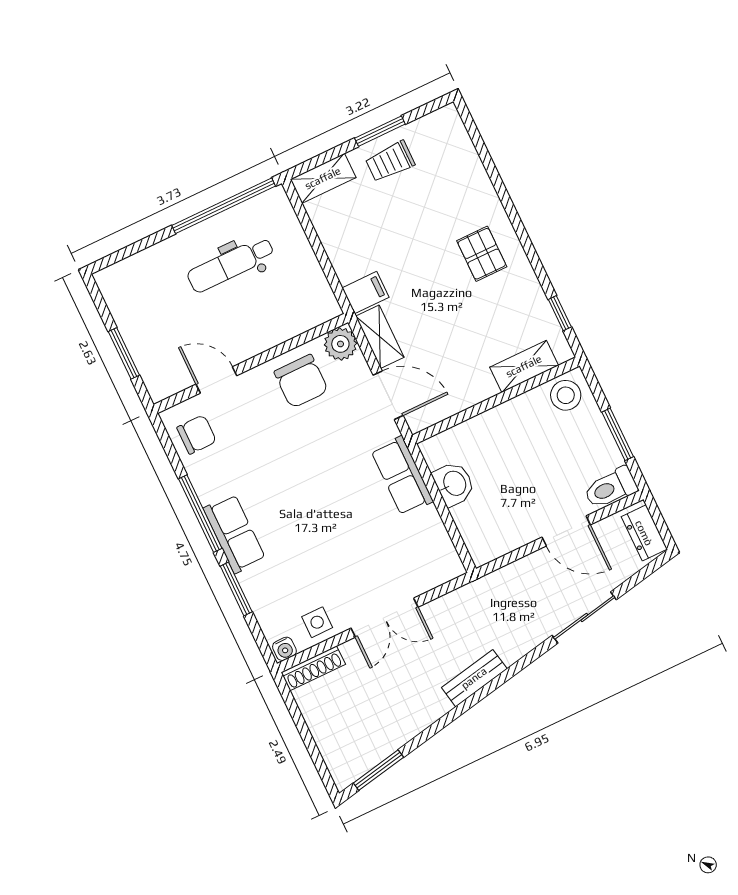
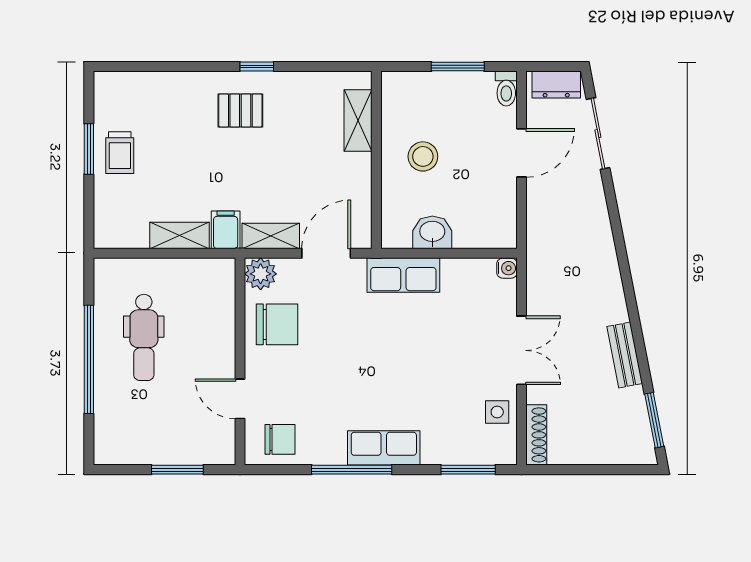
shelving: (323, 178) -> (179, 235), moved, turned 90
window: (224, 206) -> (89, 359), moved
window: (560, 313) -> (257, 66), moved
door: (216, 380) -> (240, 399), hinge flipped
stool: (566, 395) -> (423, 156), moved
chair: (197, 435) -> (280, 439), turned 90
toilet: (611, 488) -> (506, 89), width x0.73, depth x0.72
window: (236, 589) -> (468, 470), moved
sliding door: (584, 617) -> (598, 134), moved
water cooler: (284, 649) -> (507, 268), moved
bench: (474, 678) -> (625, 355), moved

